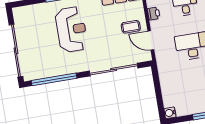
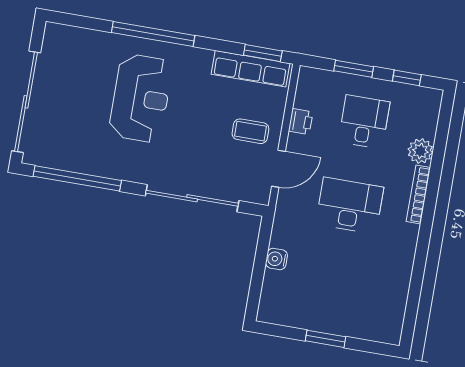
door: (151, 40) -> (278, 169), swing flipped
water cooler: (170, 113) -> (276, 259), moved

